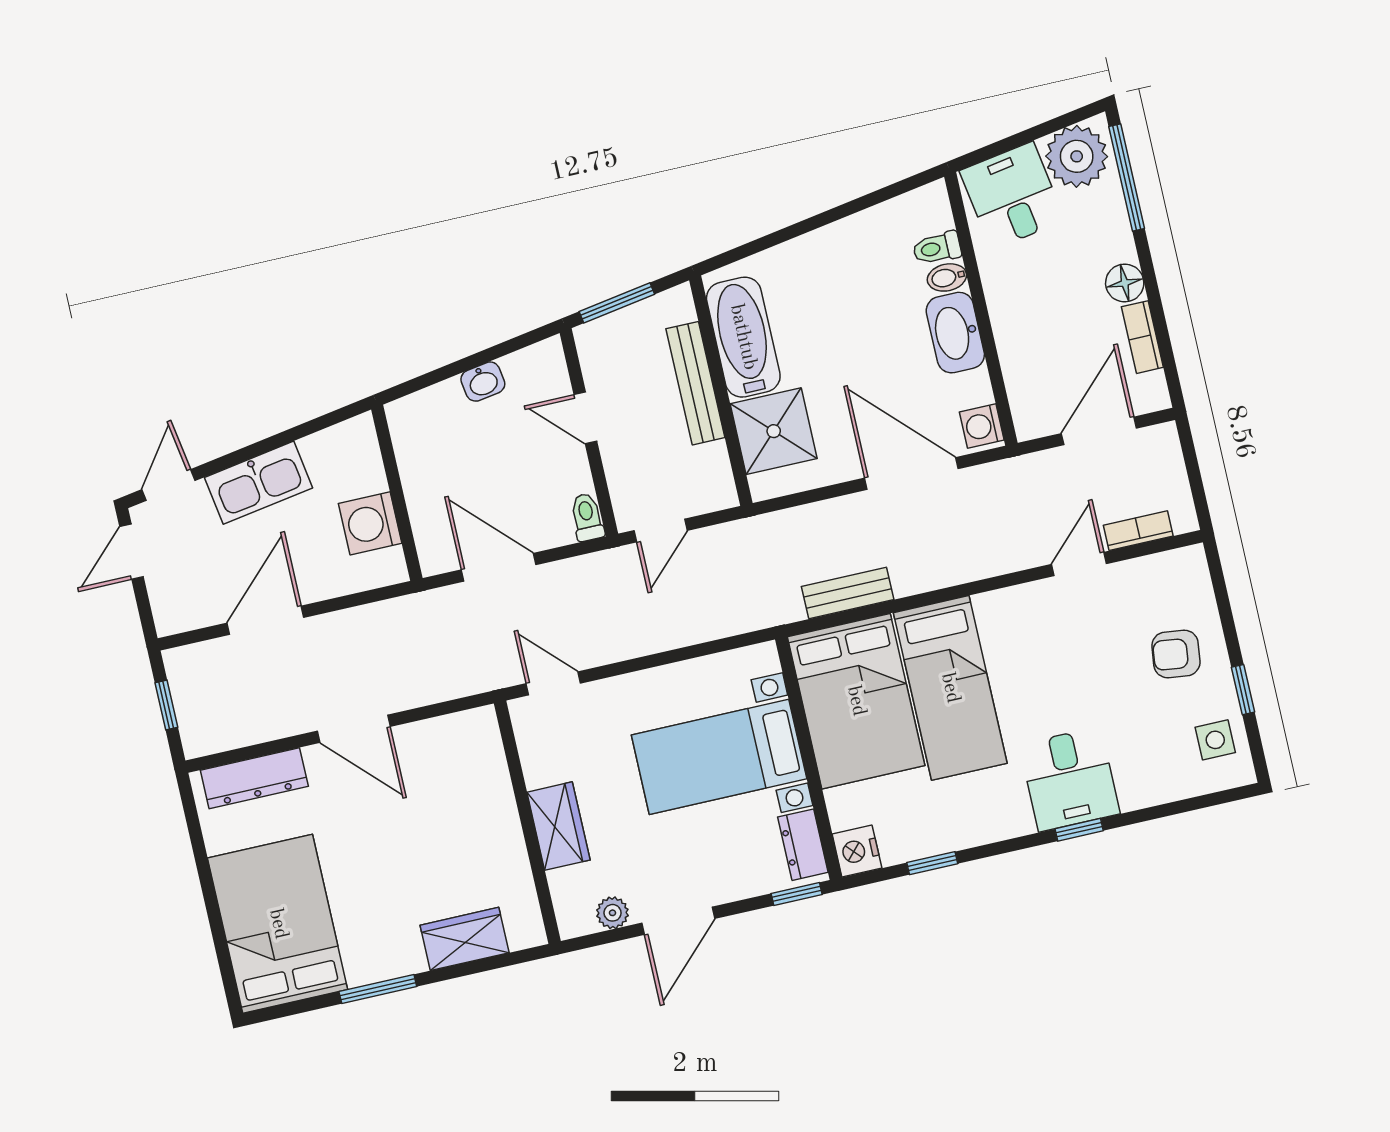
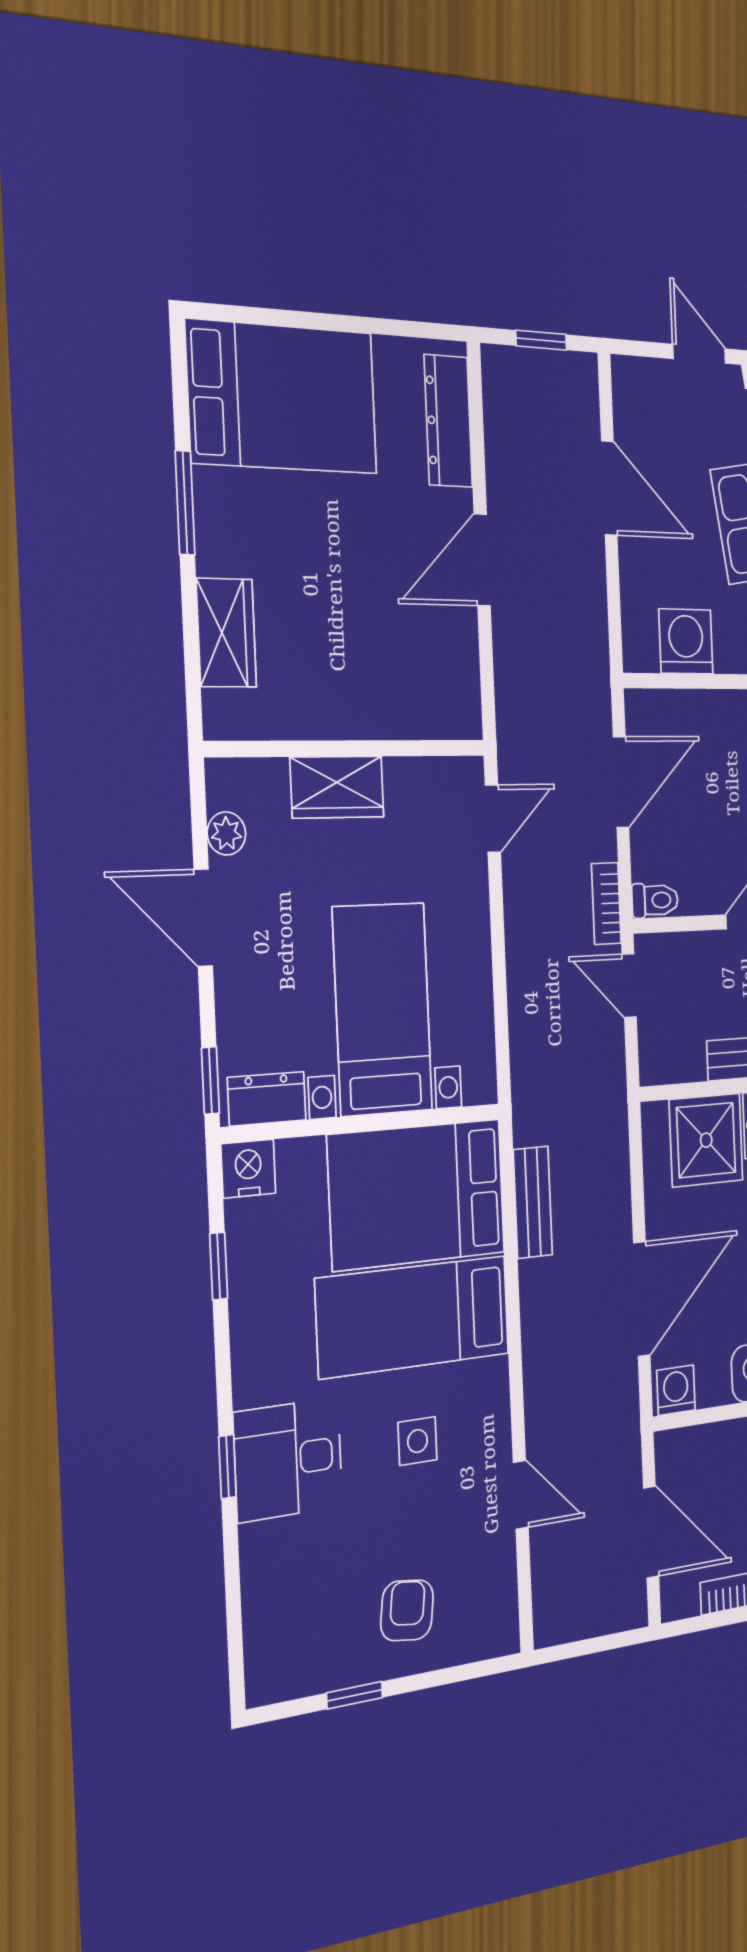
bookcase: (1138, 531) -> (606, 904), moved, turned 180
side table: (1215, 740) -> (417, 1441), moved

